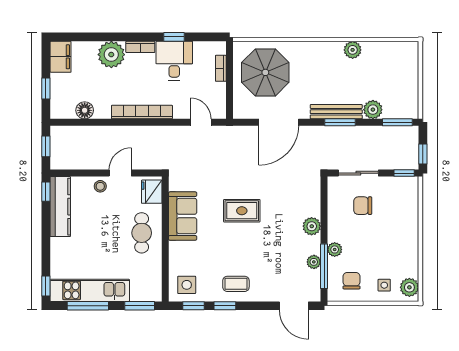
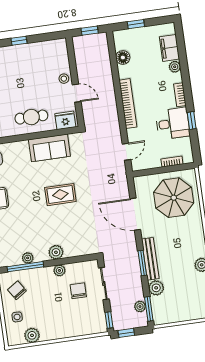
plant: (111, 55) -> (175, 67), width x0.53, depth x0.53
filing cabinet: (61, 57) -> (169, 48), moved, turned 90
plant: (393, 133) -> (140, 307), added
window: (46, 192) -> (19, 41), moved
kitchen counter: (60, 207) -> (43, 49), removed
rug: (242, 211) -> (60, 195), turned 90
plant: (335, 249) -> (59, 270), moved
chair: (352, 281) -> (17, 290), turned -123
plant: (409, 287) -> (32, 335), moved

